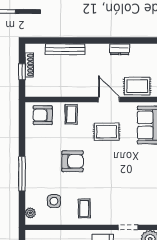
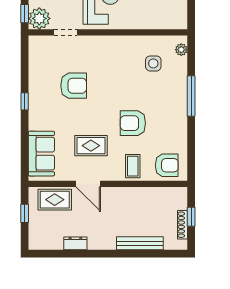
armchair: (73, 161) -> (133, 123), moved
armchair: (121, 182) -> (74, 86), added
coffee table: (84, 208) -> (117, 55), removed

